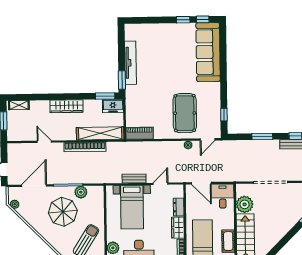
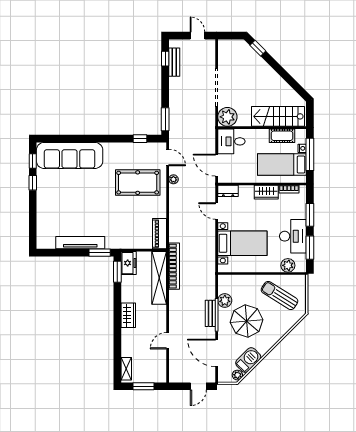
wardrobe: (66, 106) -> (128, 315), width x0.67
window: (262, 136) -> (165, 119), moved
bookcase: (85, 147) -> (174, 266), moved
bench: (134, 179) -> (210, 313), moved
door: (201, 183) -> (217, 165), swing flipped
plant: (245, 204) -> (227, 117), moved
dresser: (179, 207) -> (228, 191), moved
barbecue: (28, 214) -> (248, 360), added

